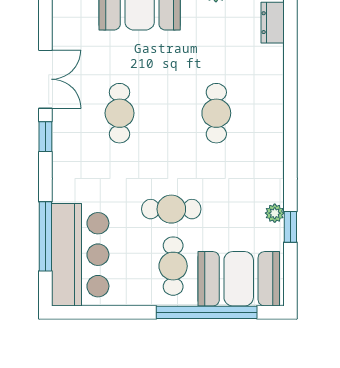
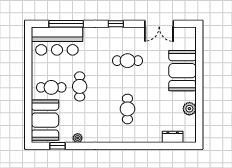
double door: (45, 79) -> (159, 24), moved
cafe table: (216, 113) -> (127, 109), turned 90
window: (290, 227) -> (57, 146), moved
window: (207, 312) -> (28, 104), removed

